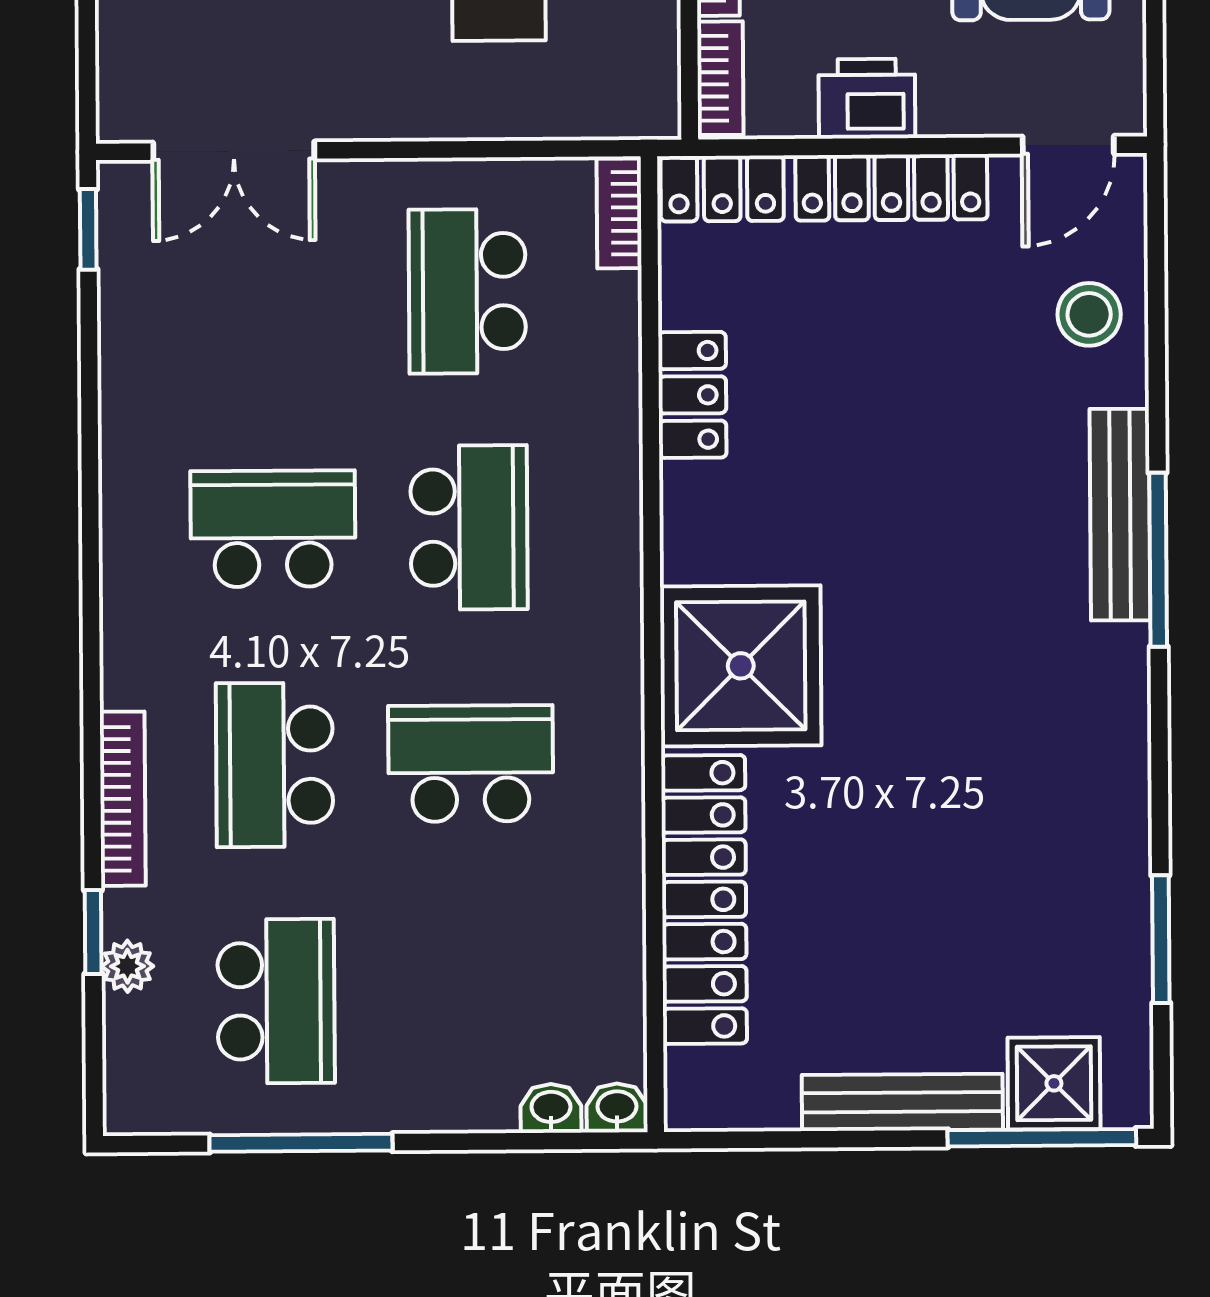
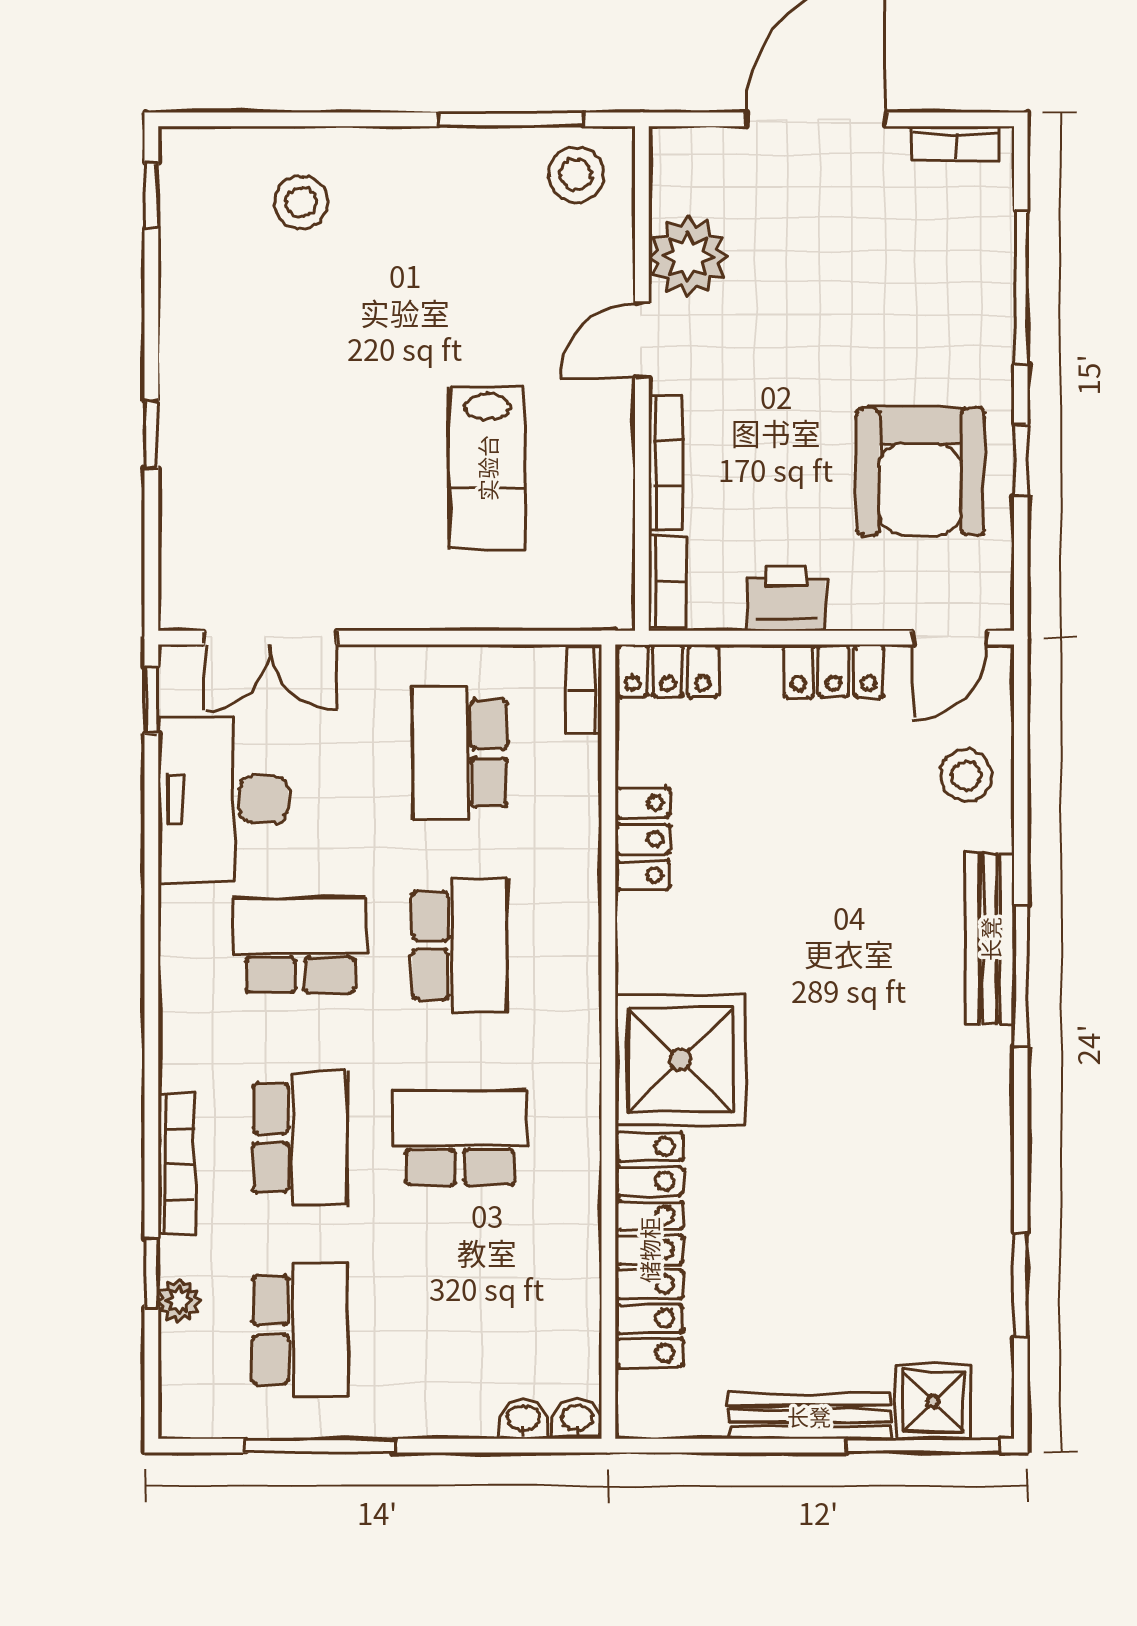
locker: (891, 187) -> (833, 671), width x0.66
desk: (177, 350) -> (223, 799), added
school desk: (274, 765) -> (300, 1138), turned 180

